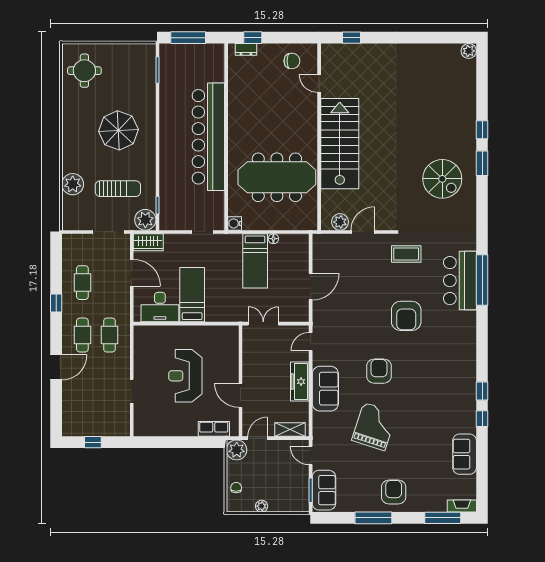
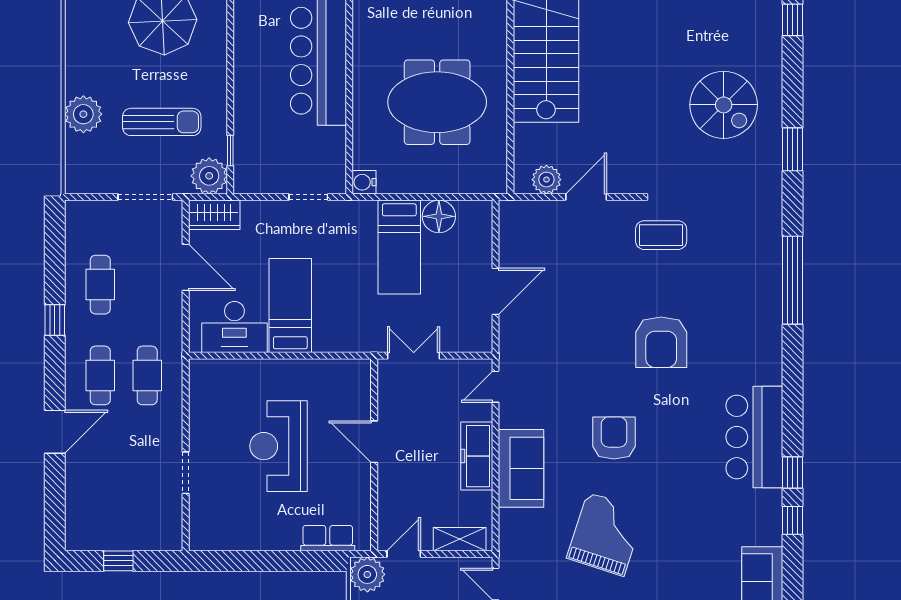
window: (482, 163) -> (793, 149), moved
meeting table: (277, 177) -> (437, 102), width x0.73
floor lamp: (273, 239) -> (439, 216), width x1.89, depth x1.89
bar counter: (460, 281) -> (754, 437), moved
door: (240, 395) -> (374, 442), moved

